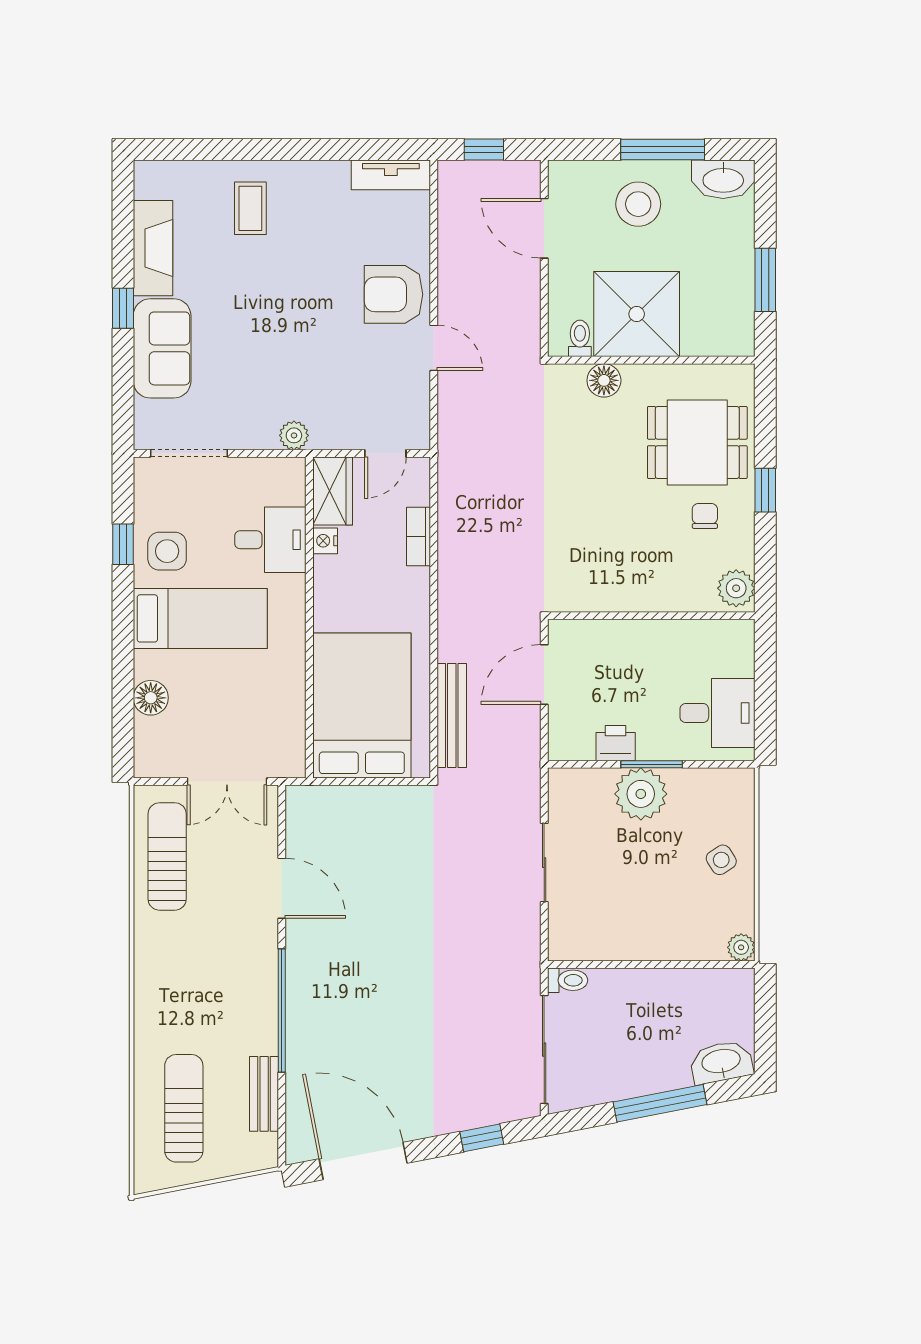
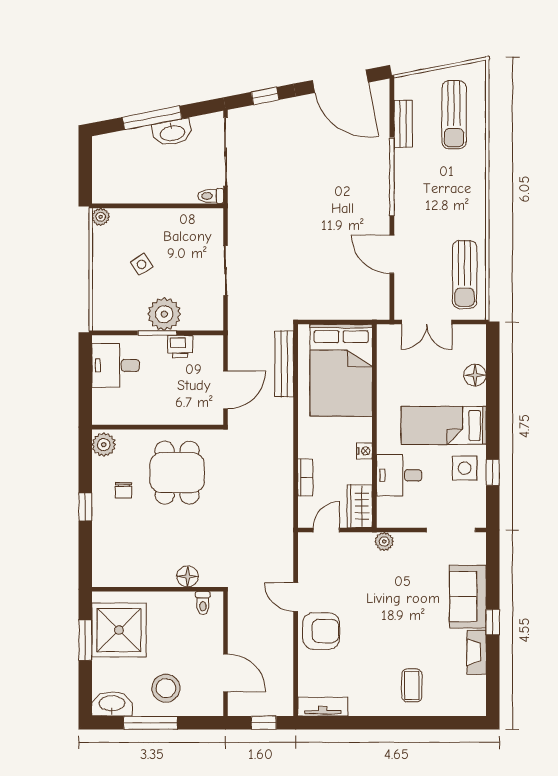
fireplace: (153, 248) -> (477, 652), width x0.73, depth x0.76
shower: (637, 314) -> (119, 630), moved
dining table: (697, 442) -> (177, 473), moved, turned 90
nightstand: (325, 541) -> (364, 451), moved
double door: (227, 782) -> (427, 322), swing flipped
side table: (721, 860) -> (142, 264), moved
washbasin: (721, 1062) -> (172, 133), moved

